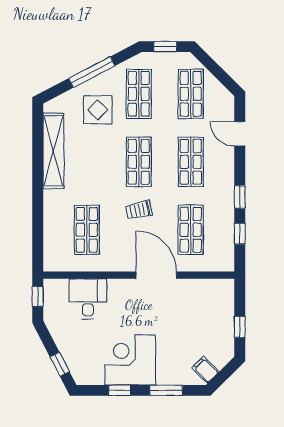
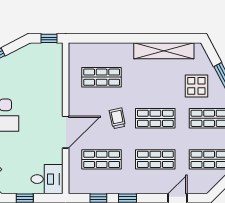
desk: (88, 299) -> (47, 179), moved

